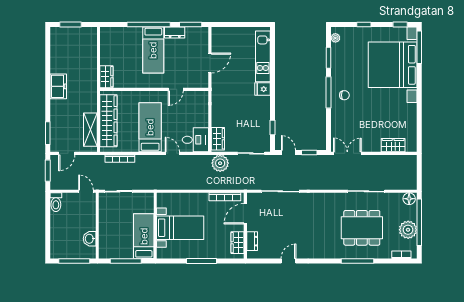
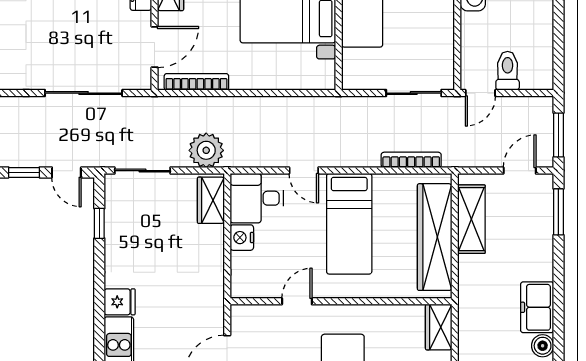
boiler: (56, 68) -> (543, 346), added
nightstand: (203, 121) -> (242, 238), added
door: (86, 191) -> (480, 93), hinge flipped
toilet: (56, 202) -> (508, 71), moved

